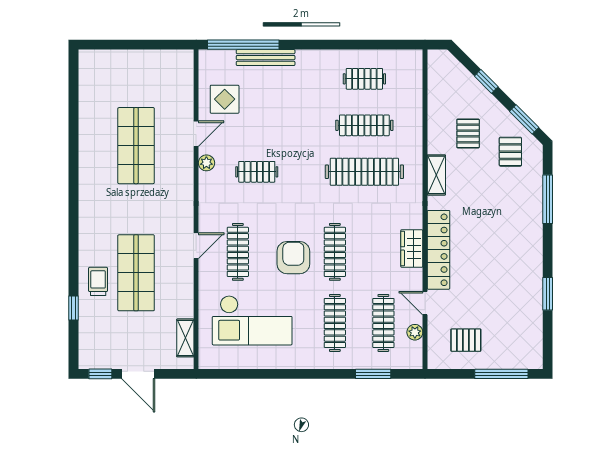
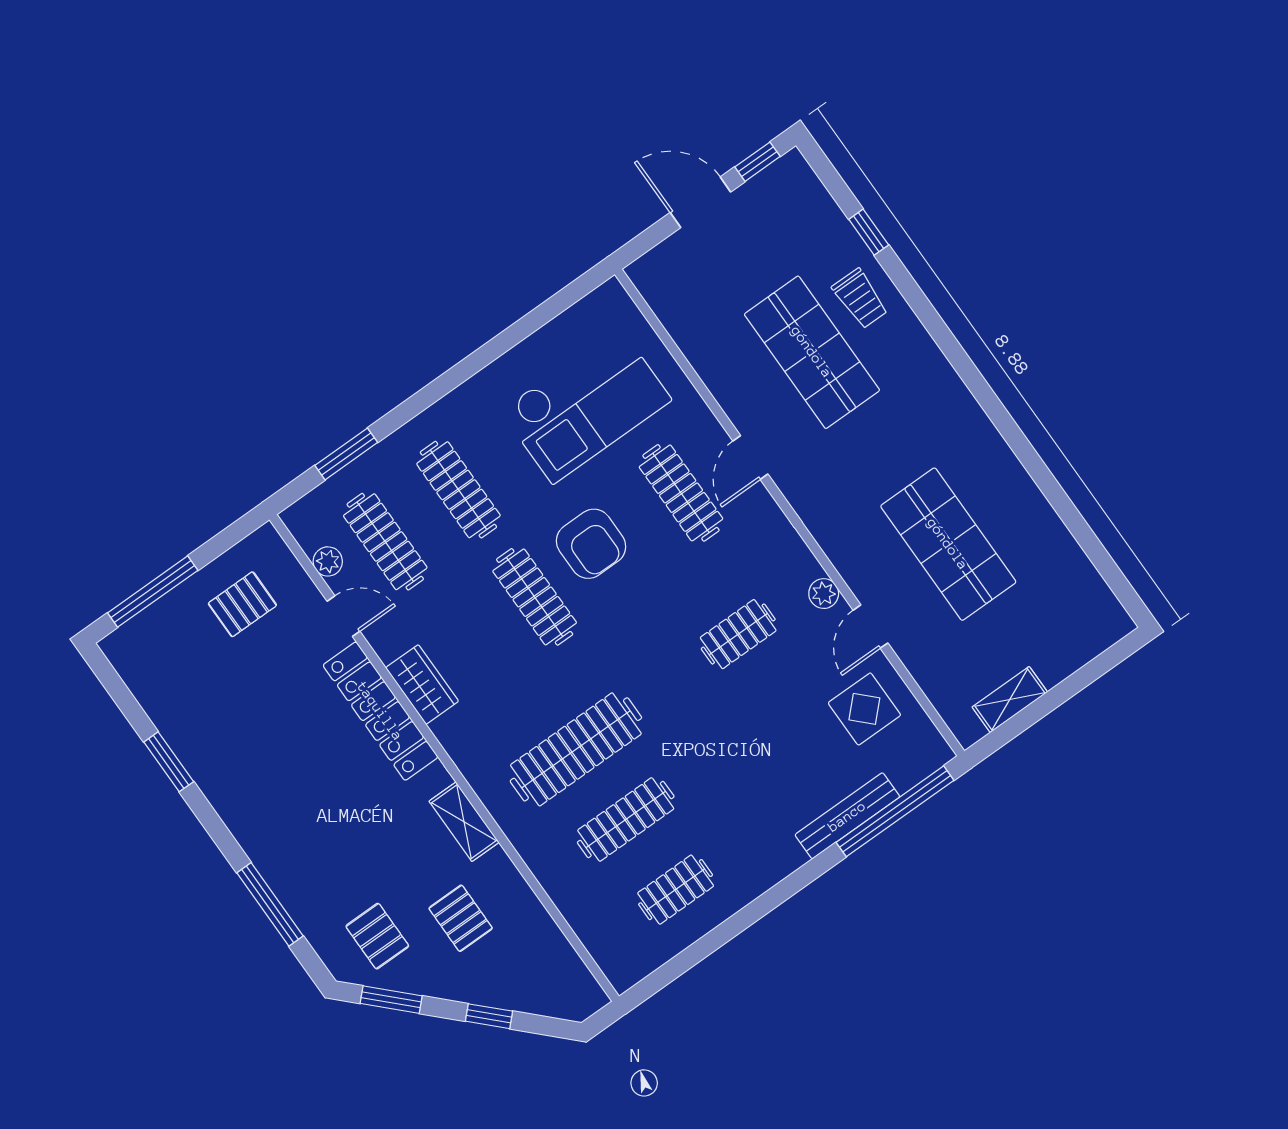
checkout: (252, 320) -> (586, 405), turned 180
shelving: (185, 338) -> (1010, 700), moved, turned 90

